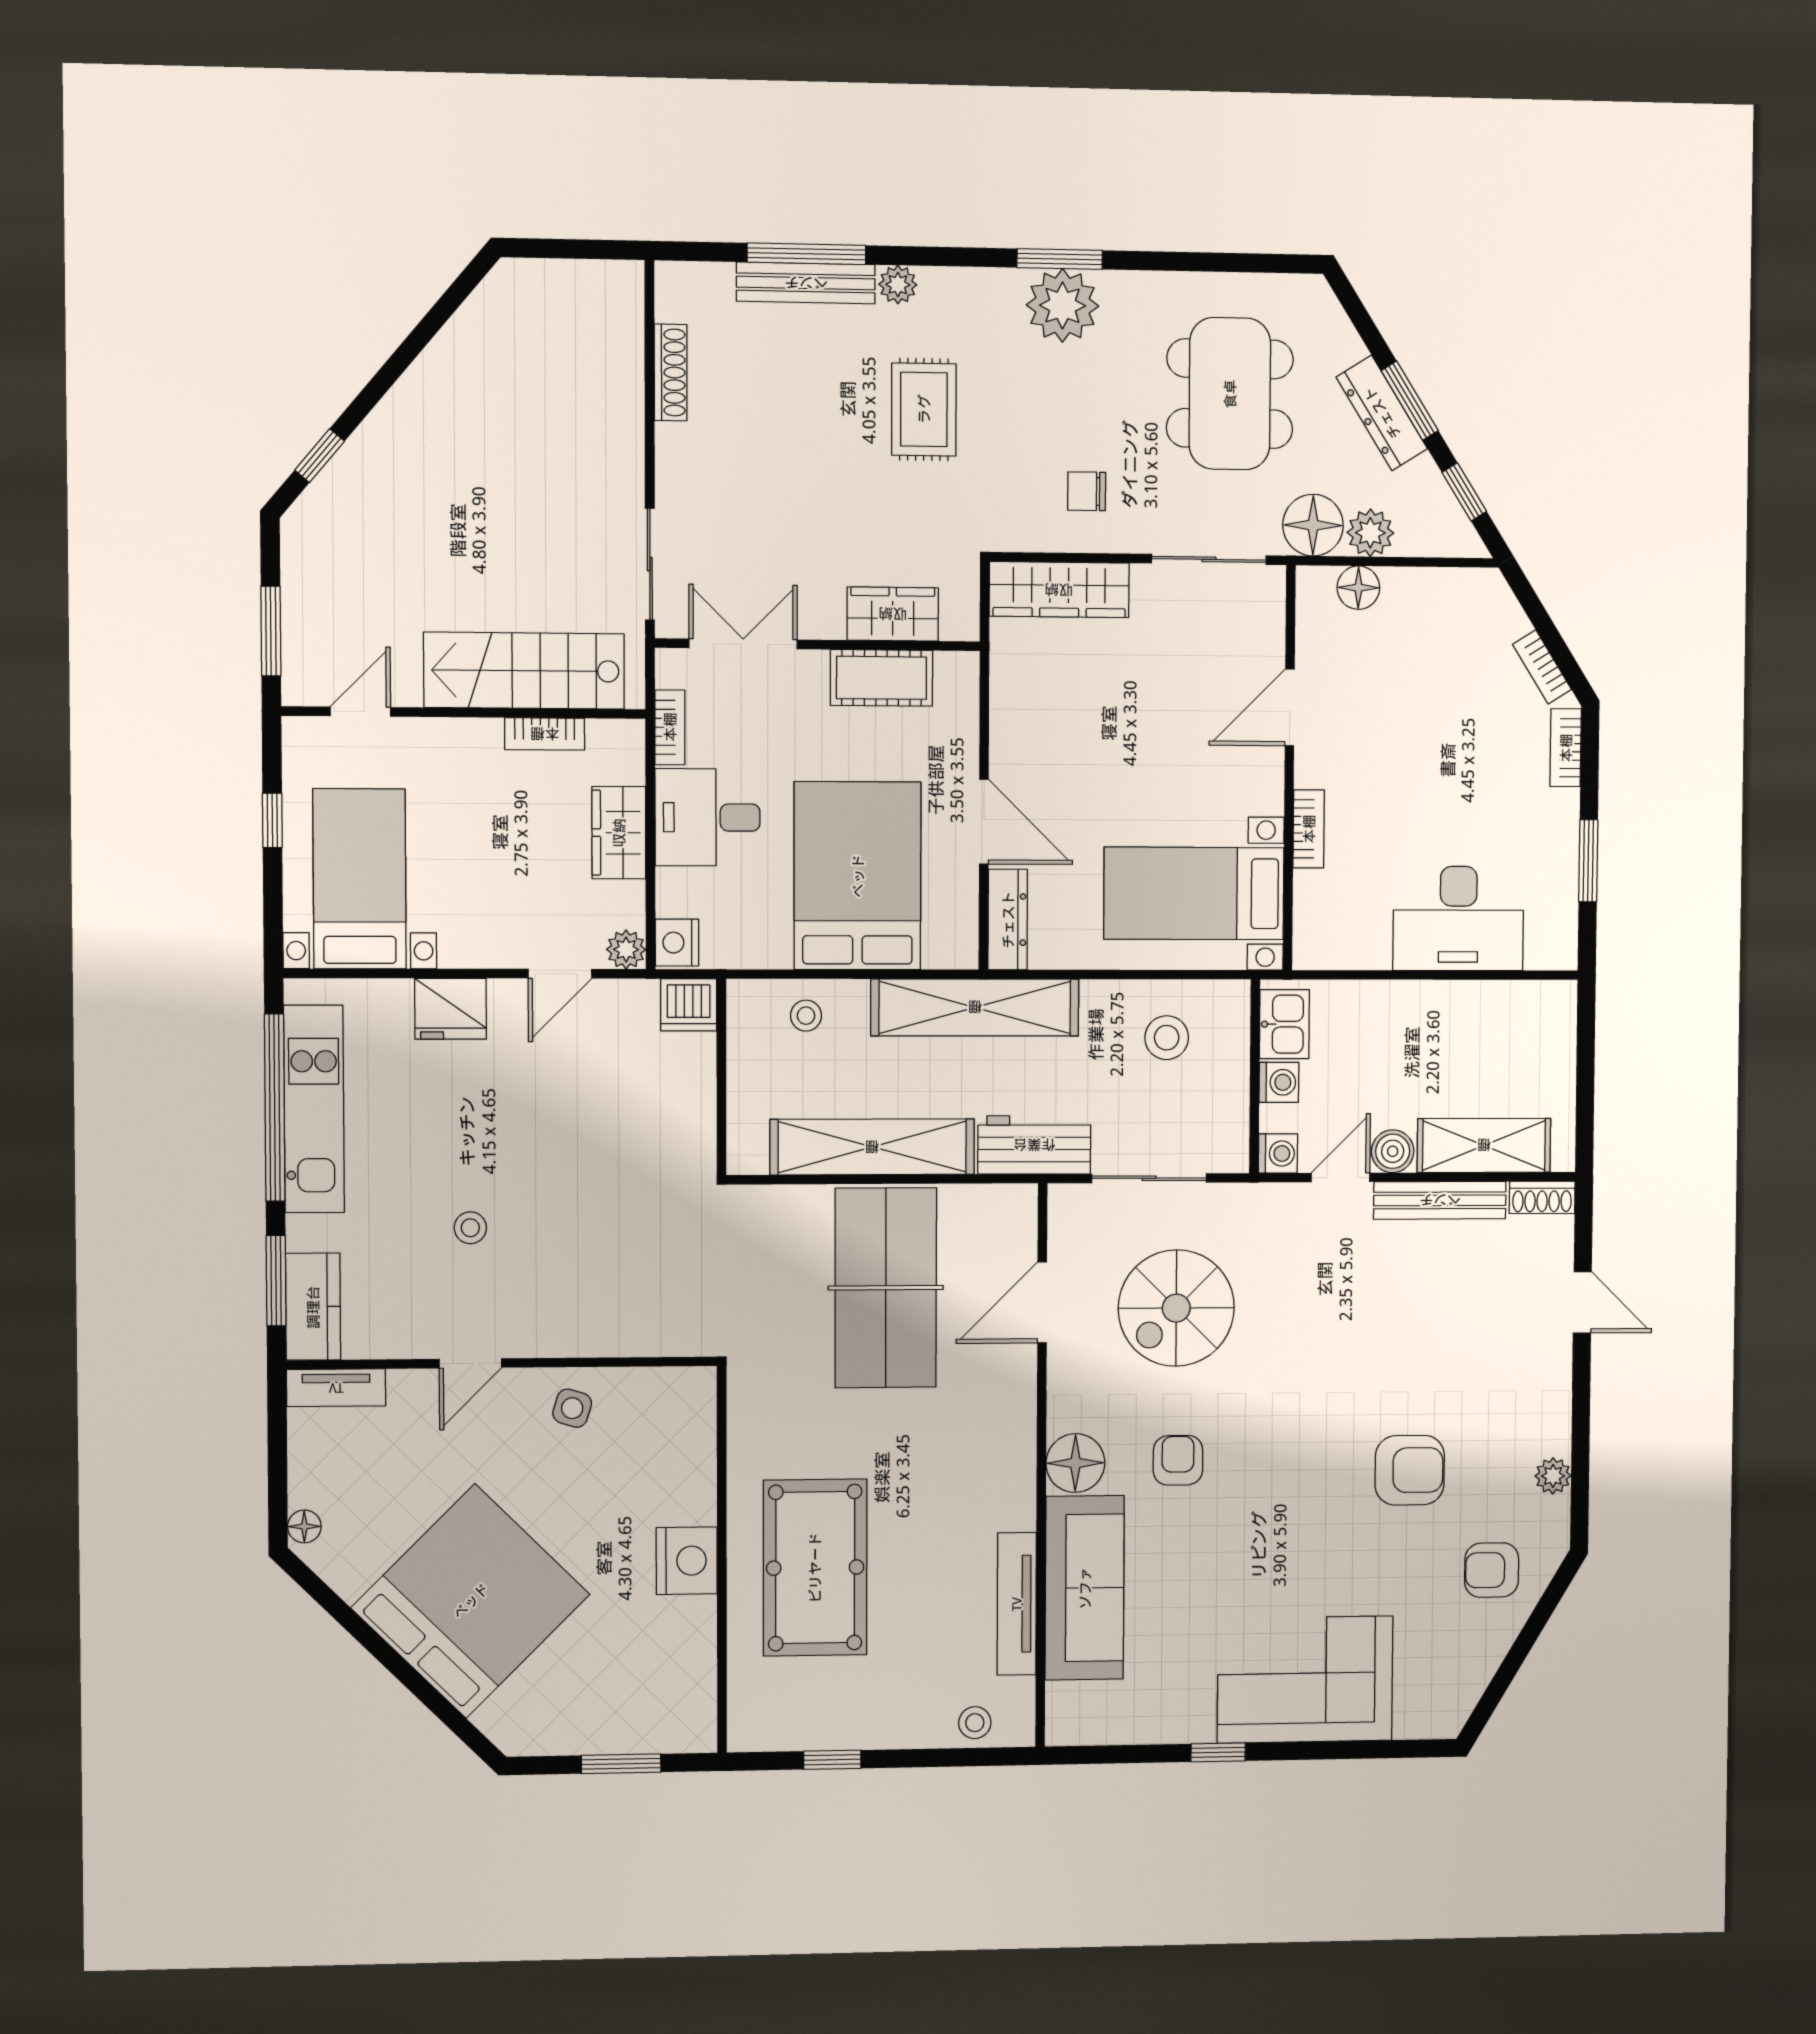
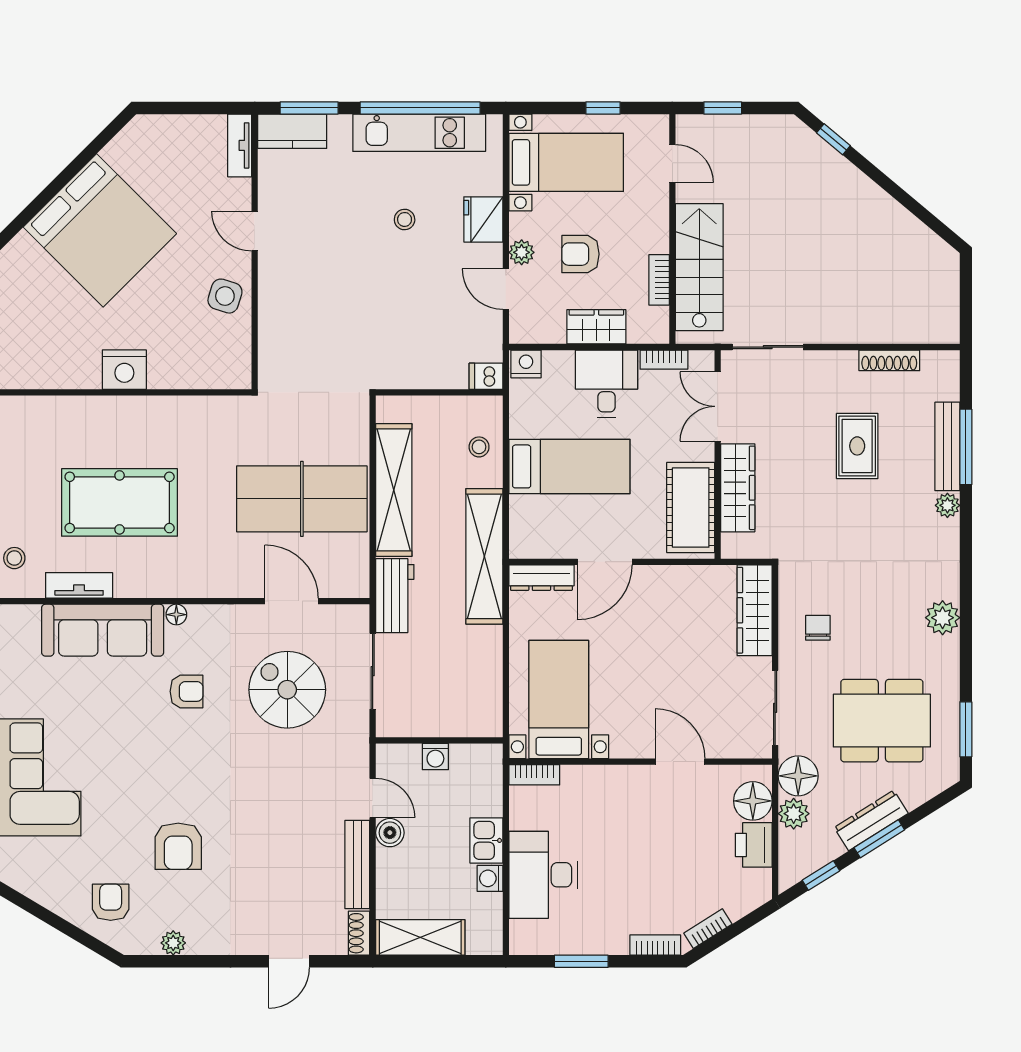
window: (1060, 259) -> (966, 729), moved
plant: (1063, 305) -> (943, 618), width x0.73, depth x0.73
rug: (924, 409) -> (857, 446), moved, turned 90
floor lamp: (1358, 588) -> (753, 801), width x1.38, depth x1.38
printer: (1417, 595) -> (754, 845), added
wardrobe: (893, 614) -> (738, 488), width x1.50
window: (271, 631) -> (723, 108), width x0.67
double door: (743, 644) -> (718, 406), swing flipped
cot: (881, 678) -> (691, 508), width x1.37, depth x1.34
bookcase: (1309, 829) -> (534, 775), moved
armchair: (504, 857) -> (581, 254), added
bed: (858, 876) -> (569, 466), width x0.67
plant: (626, 949) -> (522, 252), moved
dishwasher: (689, 1005) -> (486, 376), width x0.73
kitchen sink: (1284, 1024) -> (486, 840), moved, turned 90
stool: (1167, 1038) -> (465, 682), removed
shelving: (1484, 1145) -> (420, 937), moved, turned 90
washing machine: (1278, 1154) -> (490, 878), moved, turned 90
stool: (470, 1228) -> (405, 219), moved
side table: (572, 1408) -> (225, 296), width x1.37, depth x1.37
floor lamp: (1075, 1463) -> (176, 615), width x0.53, depth x0.53
floor lamp: (304, 1526) -> (150, 125), removed
pool table: (815, 1568) -> (120, 502), moved
tv unit: (1017, 1604) -> (79, 585), width x0.71

